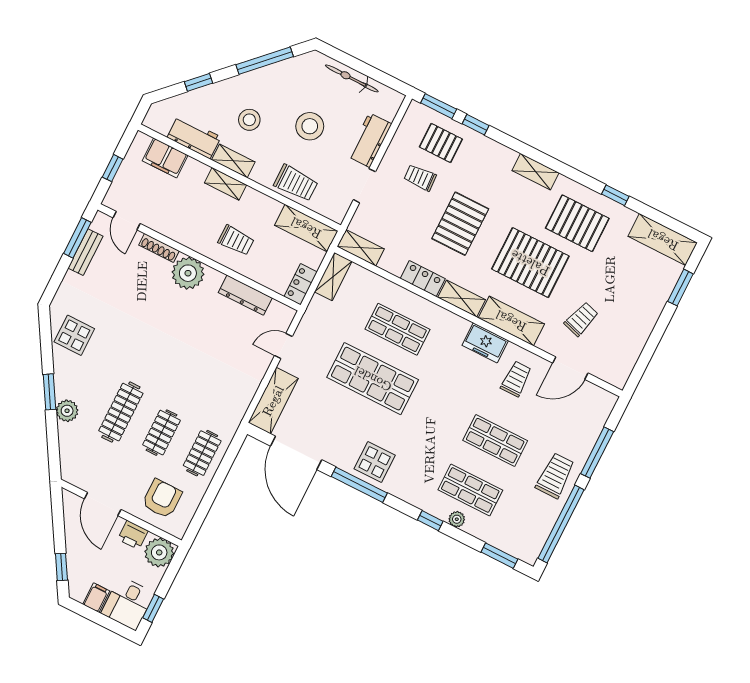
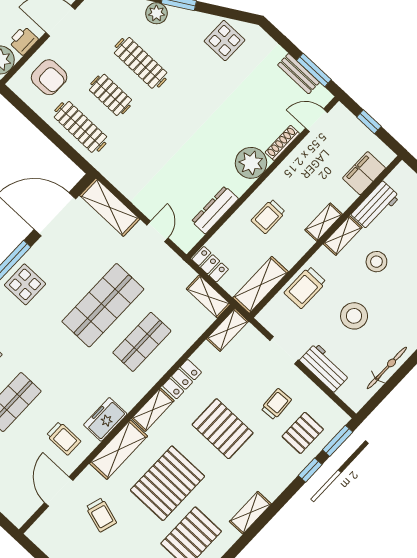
clothes rail: (202, 453) -> (80, 127), width x1.36

